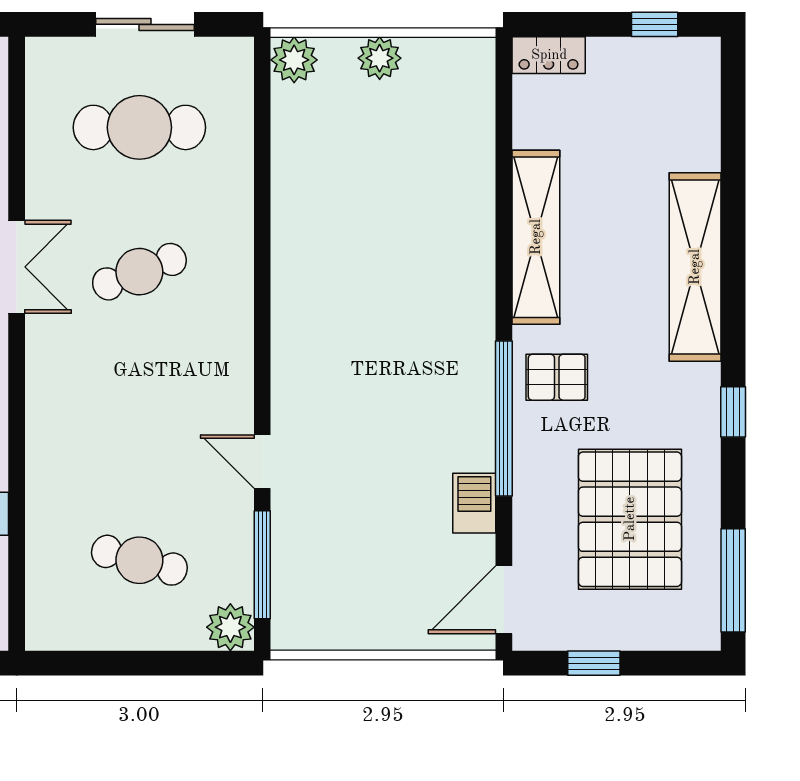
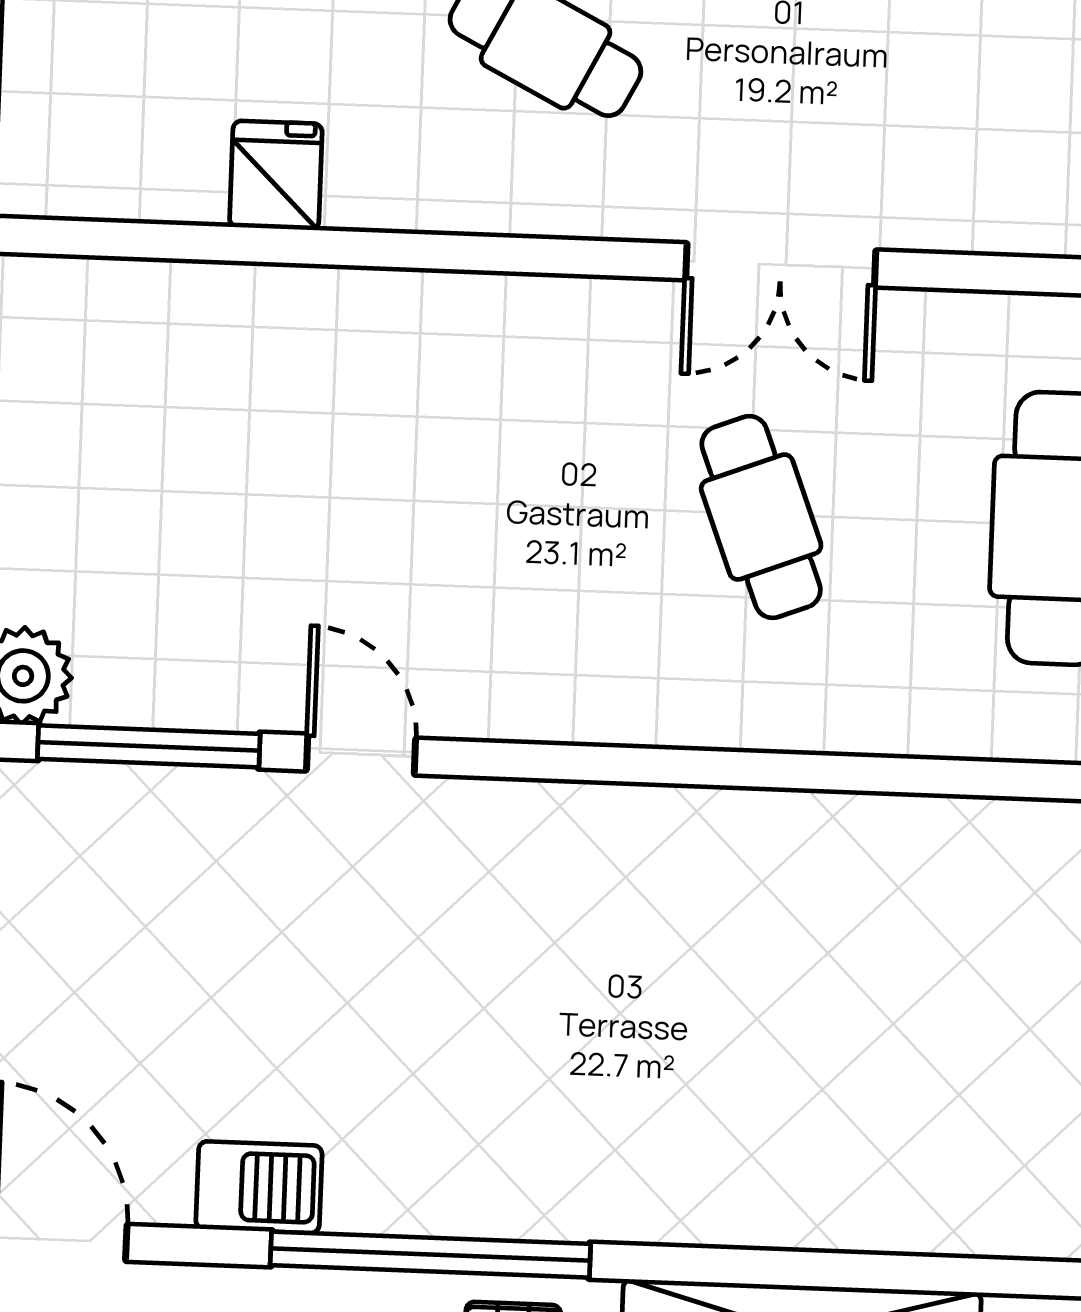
door: (262, 462) -> (361, 755), hinge flipped
cafe table: (139, 560) -> (168, 494), removed

